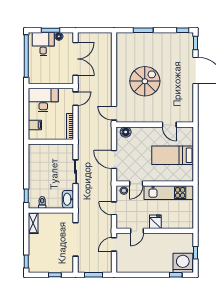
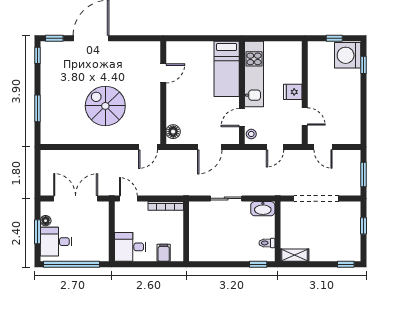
desk: (43, 100) -> (130, 247), width x0.73
bed: (173, 155) -> (227, 69), moved
door: (136, 184) -> (242, 118), swing flipped

